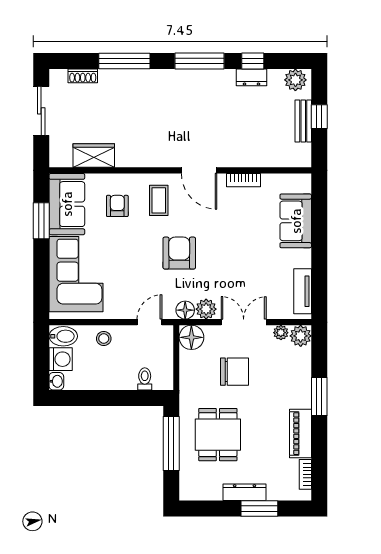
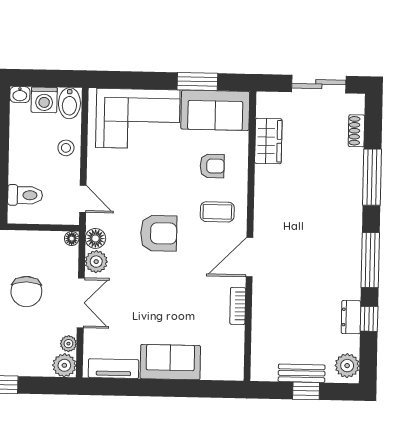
sofa: (296, 221) -> (170, 362), moved
floor lamp: (191, 337) -> (72, 239), width x0.53, depth x0.53
toilet: (145, 379) -> (25, 195), width x1.37, depth x1.39

